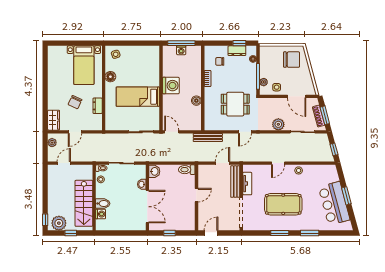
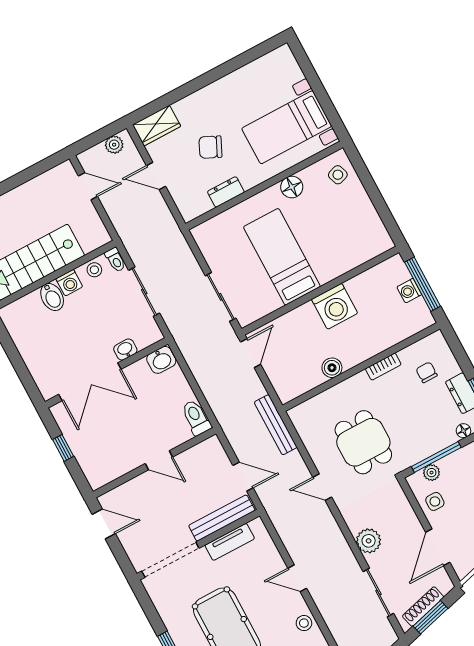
washing machine: (101, 214) -> (69, 283), moved

